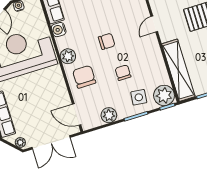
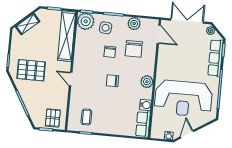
door: (154, 24) -> (71, 79), swing flipped
chair: (84, 77) -> (134, 49), moved

